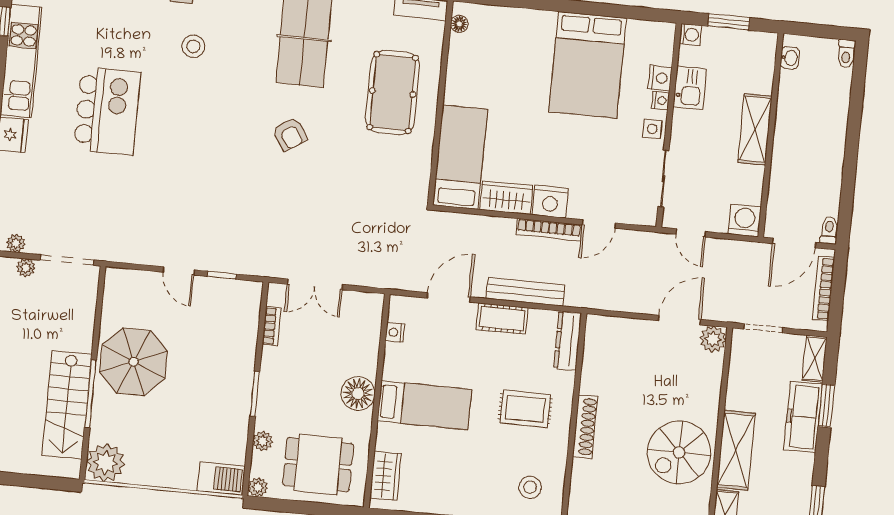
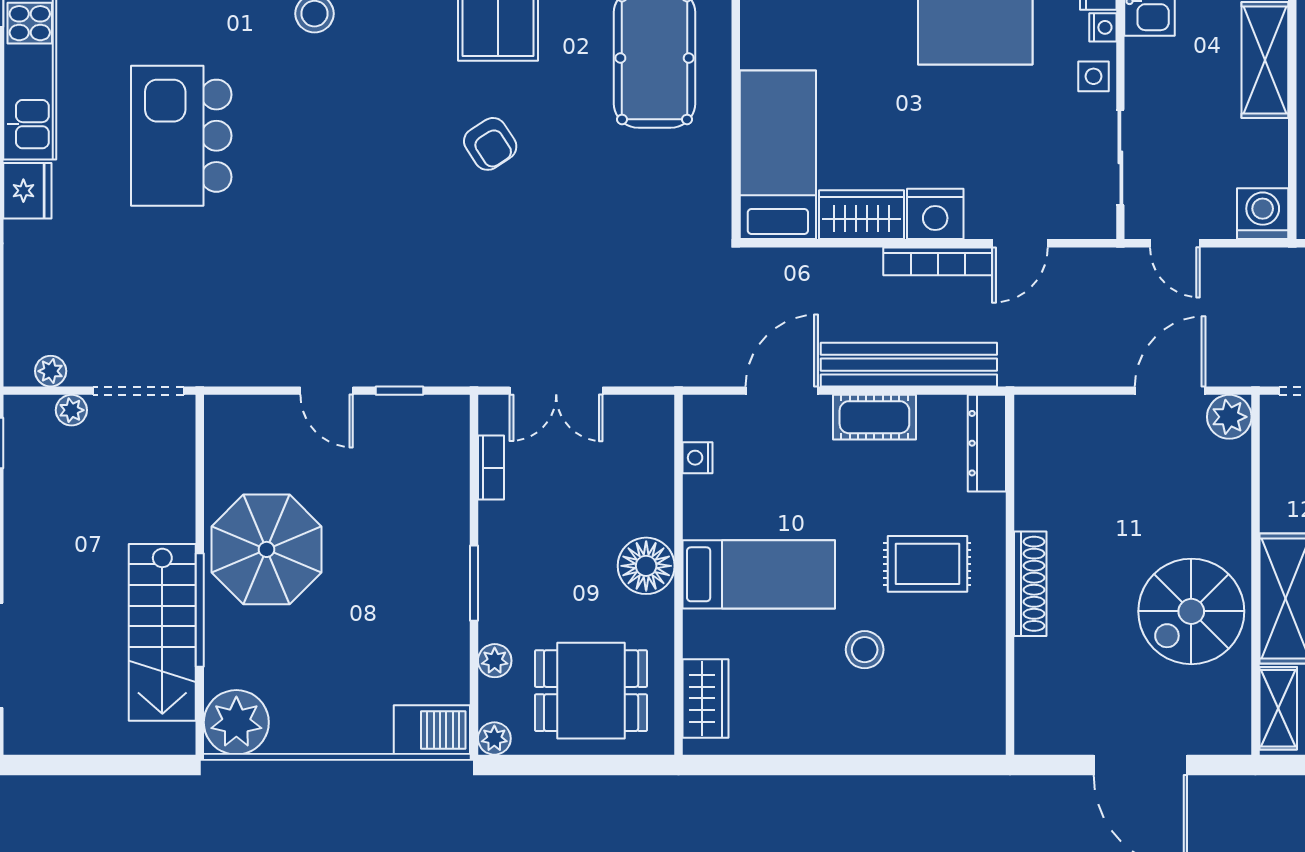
kitchen island: (107, 111) -> (181, 136), turned 180
bench: (526, 292) -> (909, 365), width x1.37, depth x1.21
stool: (530, 487) -> (865, 650), moved

